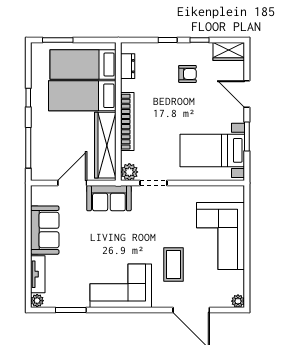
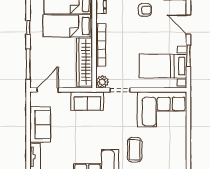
door: (72, 183) -> (48, 90), moved
corner sofa: (221, 236) -> (162, 109), moved, turned -90

